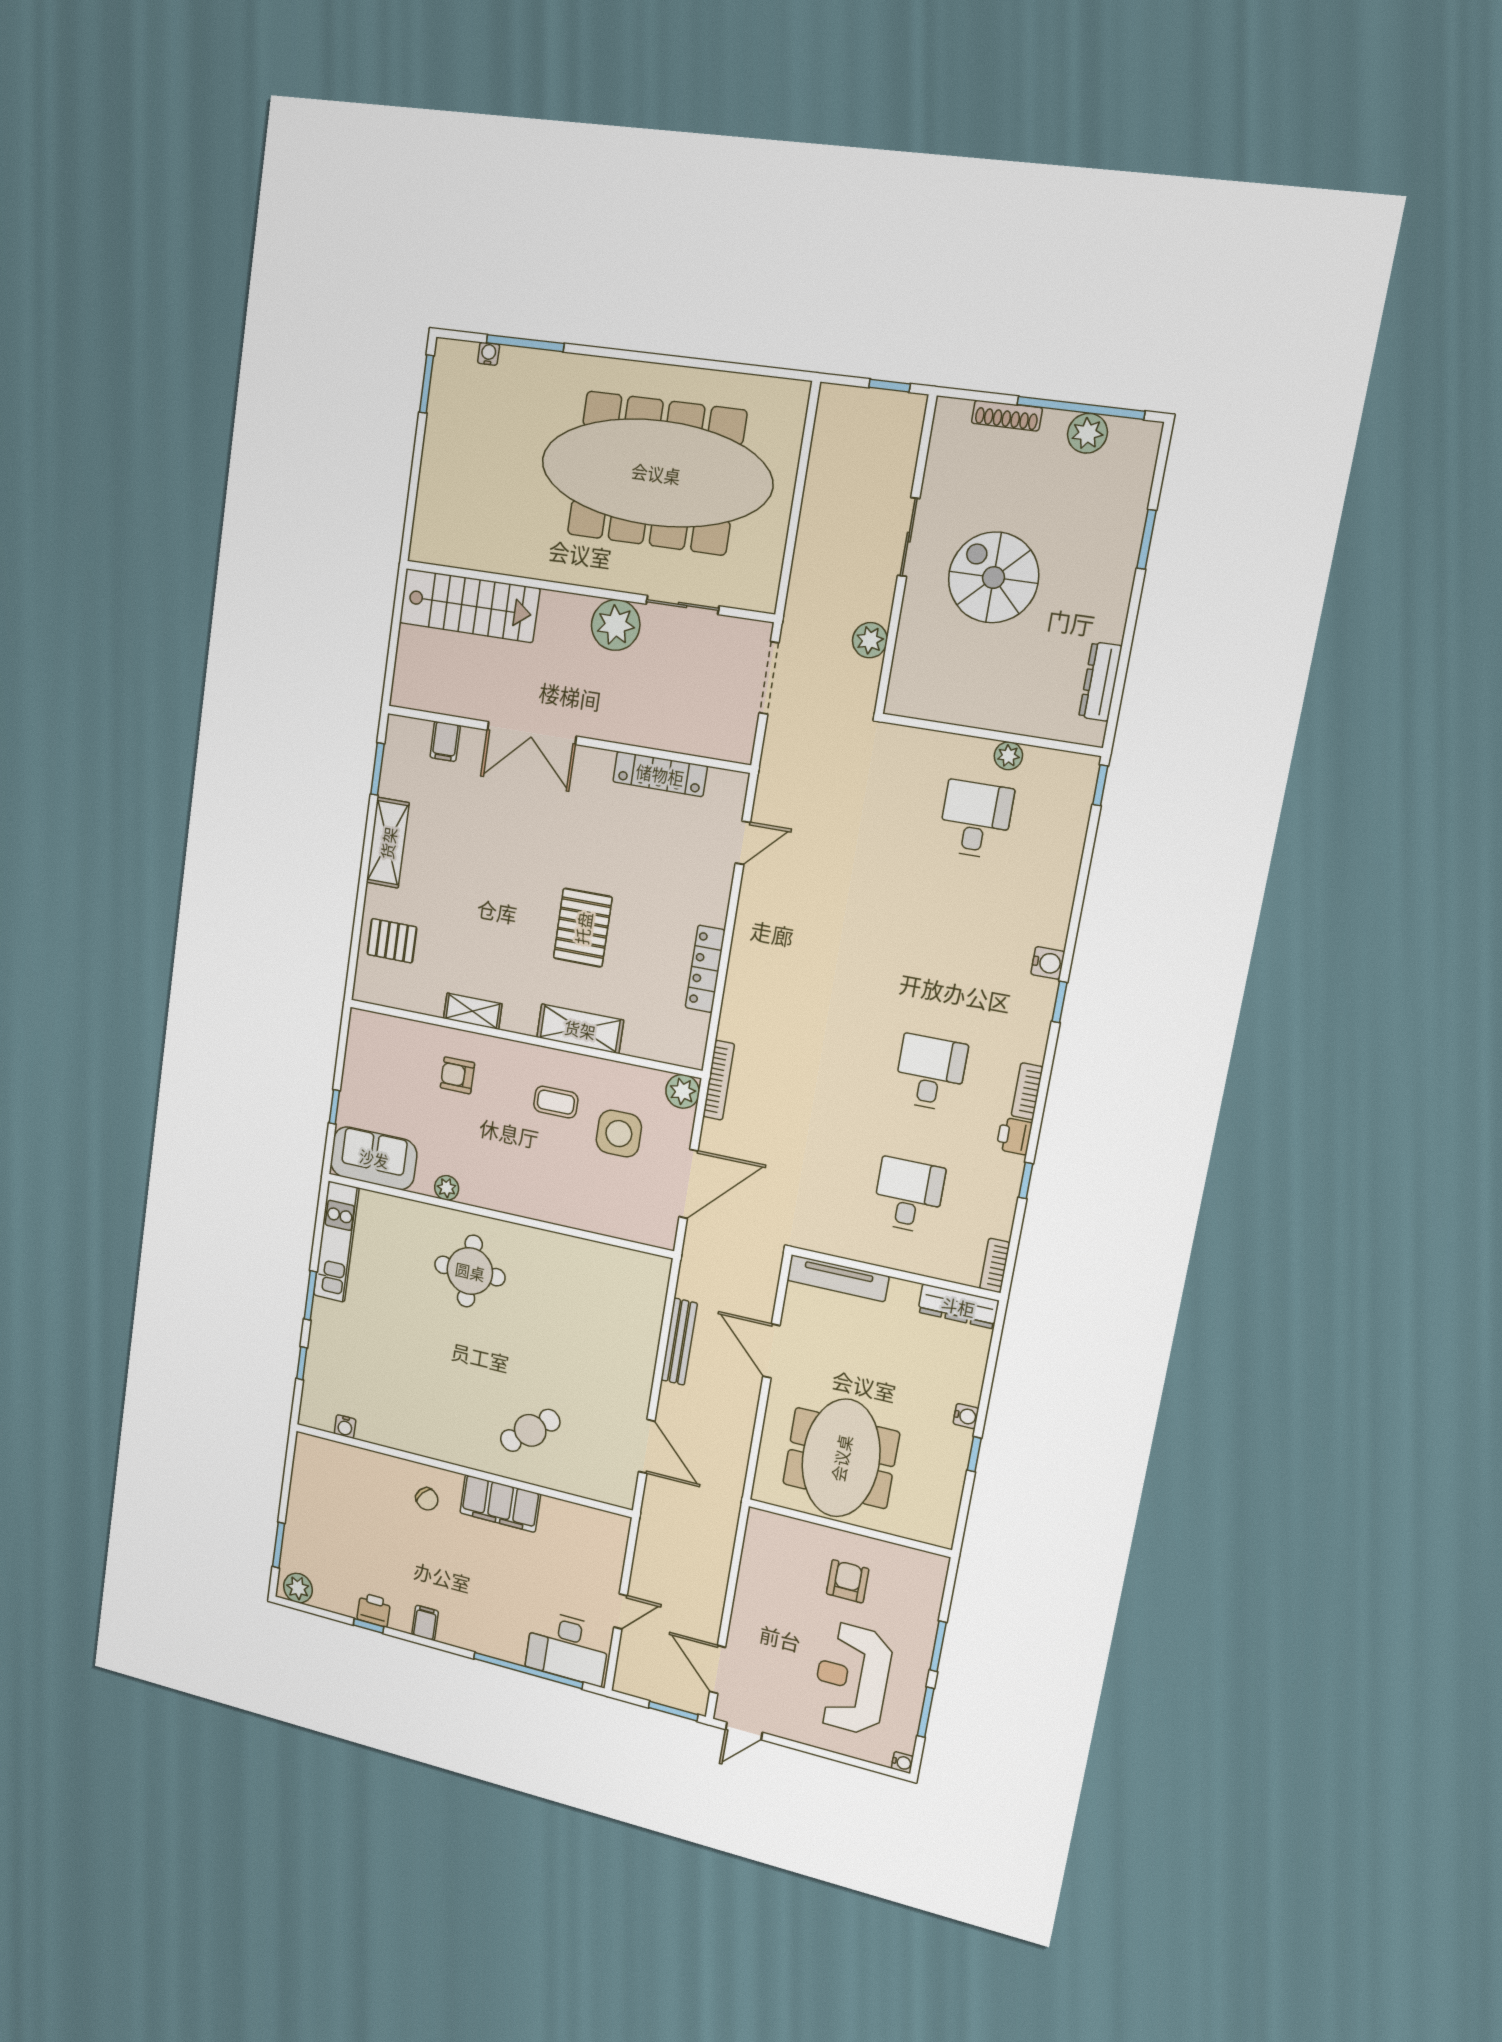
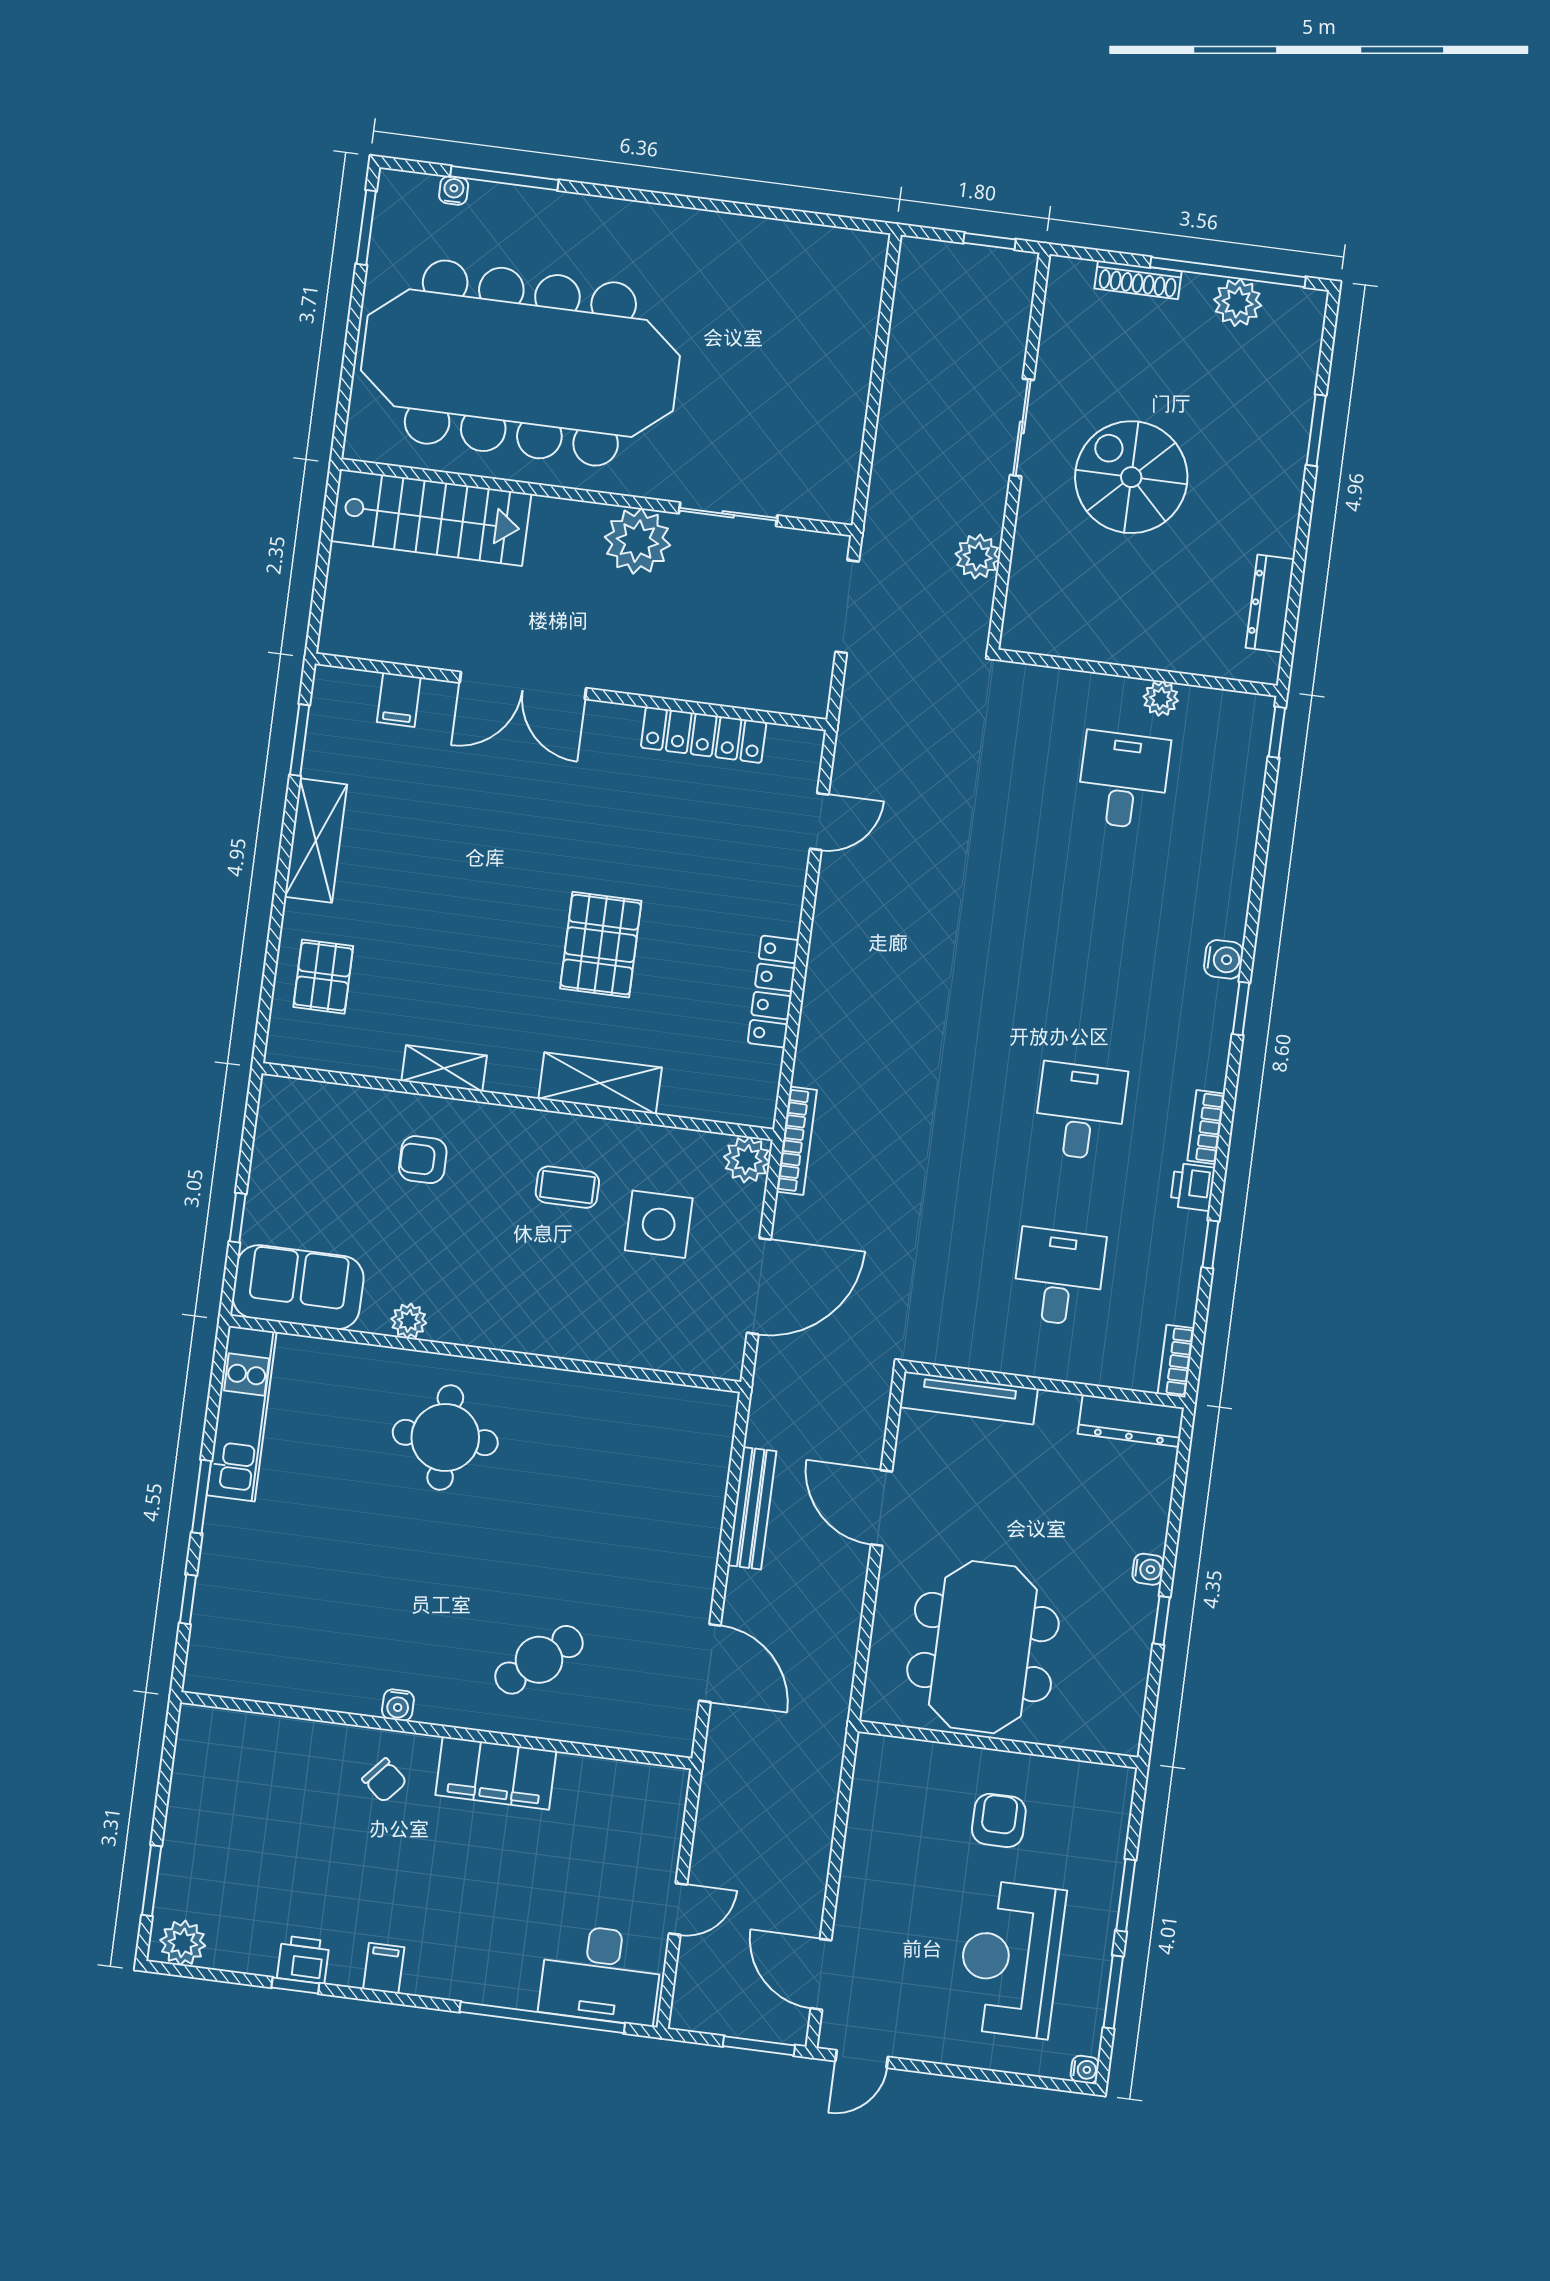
meeting table: (656, 473) -> (520, 363), moved
pallet: (392, 941) -> (323, 977), turned 90
water cooler: (345, 1426) -> (398, 1705), moved

